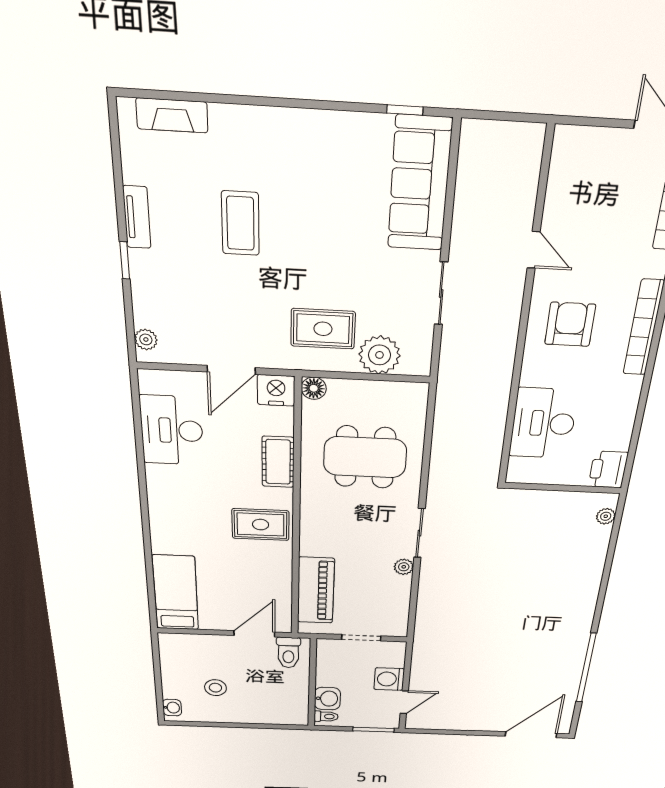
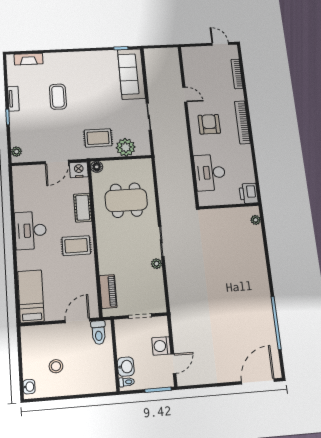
desk: (172, 430) -> (31, 230), moved
piano: (316, 590) -> (108, 291), width x0.73, depth x0.75

